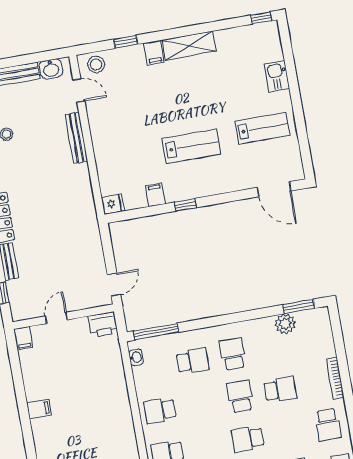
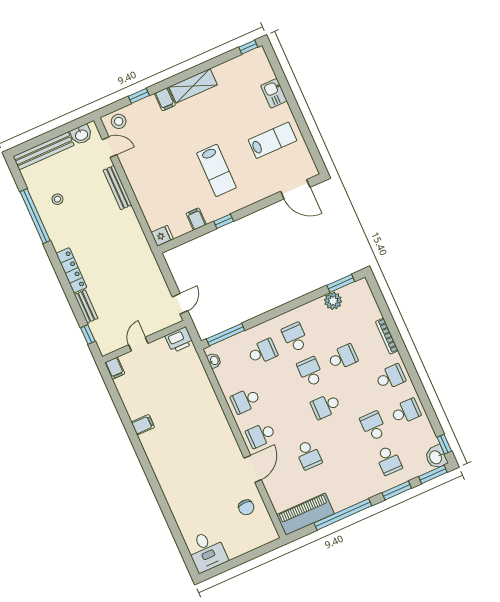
lab bench: (191, 146) -> (216, 170), turned 90
school desk: (328, 425) -> (390, 377), turned -90

